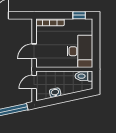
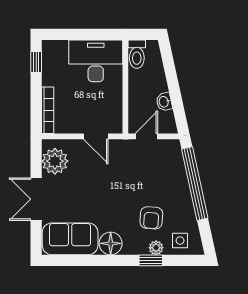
plant: (19, 27) -> (55, 161), added
door: (34, 82) -> (146, 136), swing flipped

